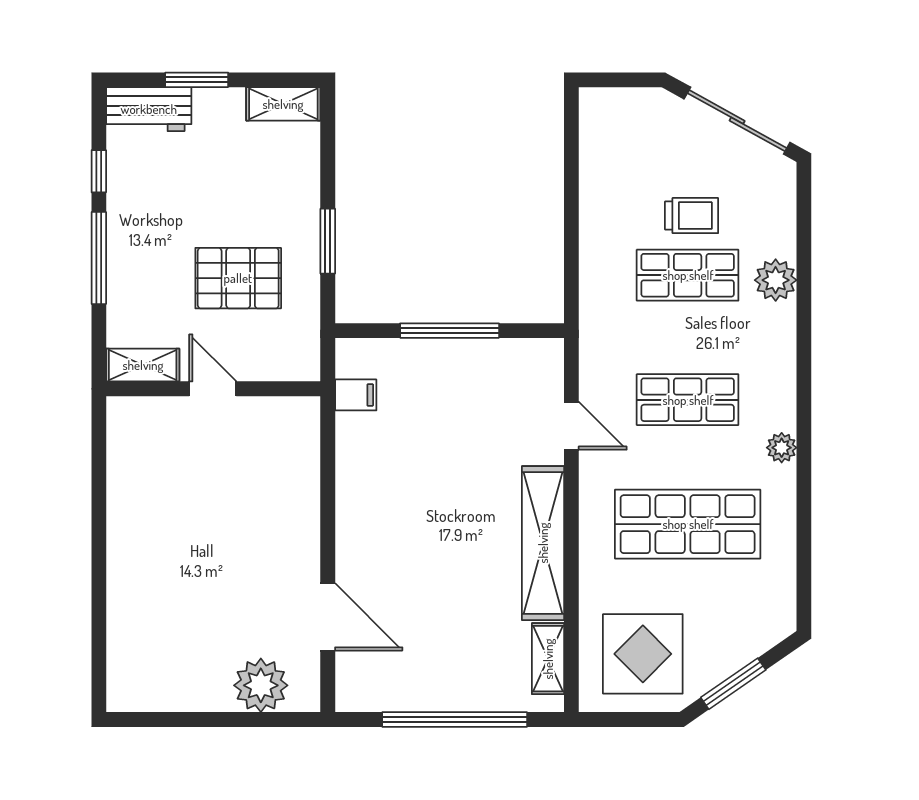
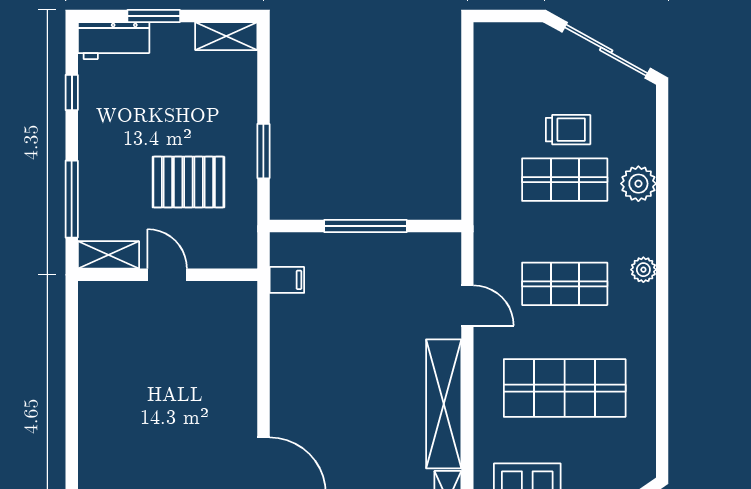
window: (99, 258) -> (72, 199), moved
plant: (782, 448) -> (643, 270), moved

